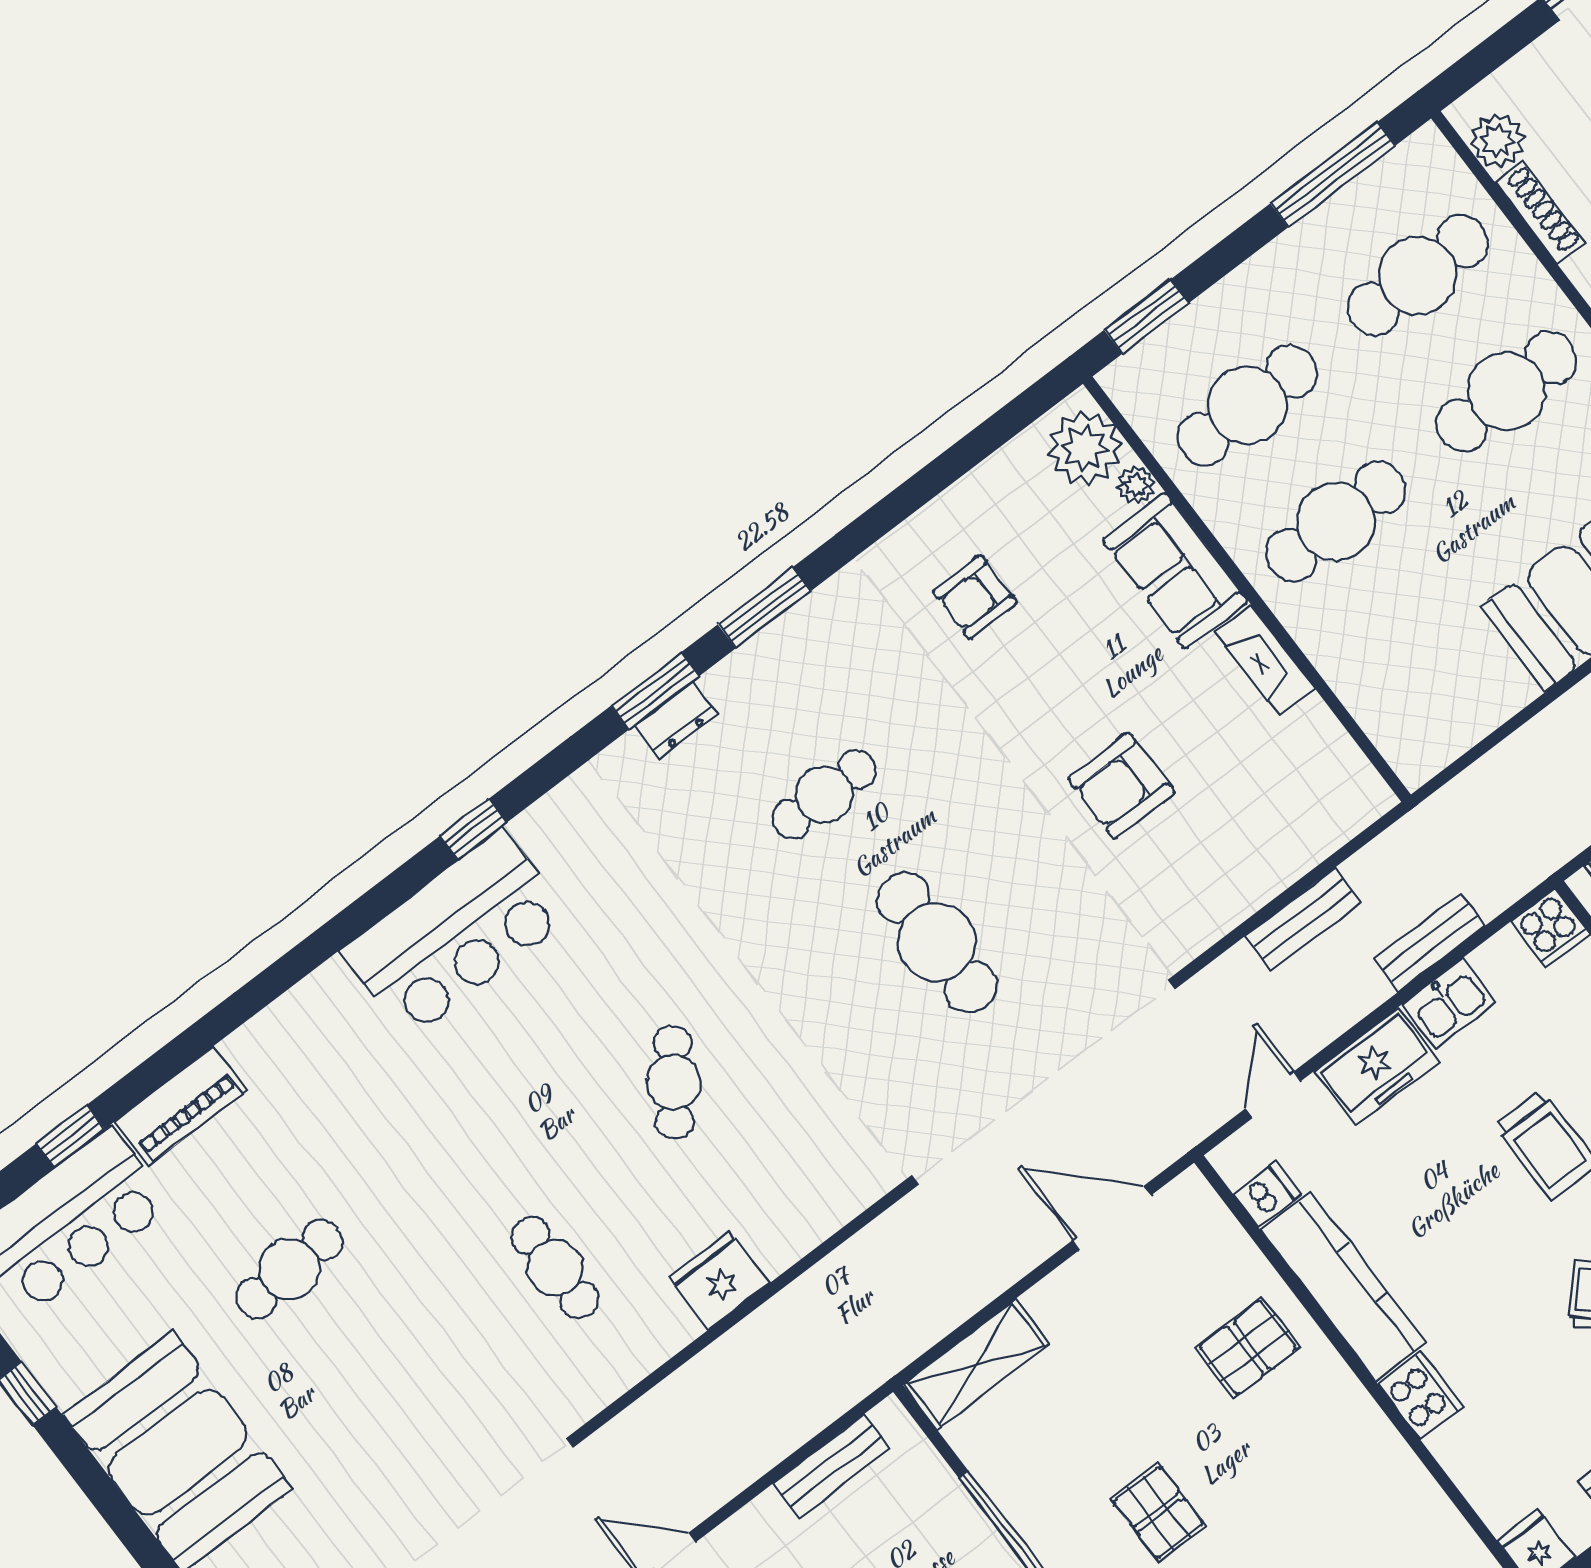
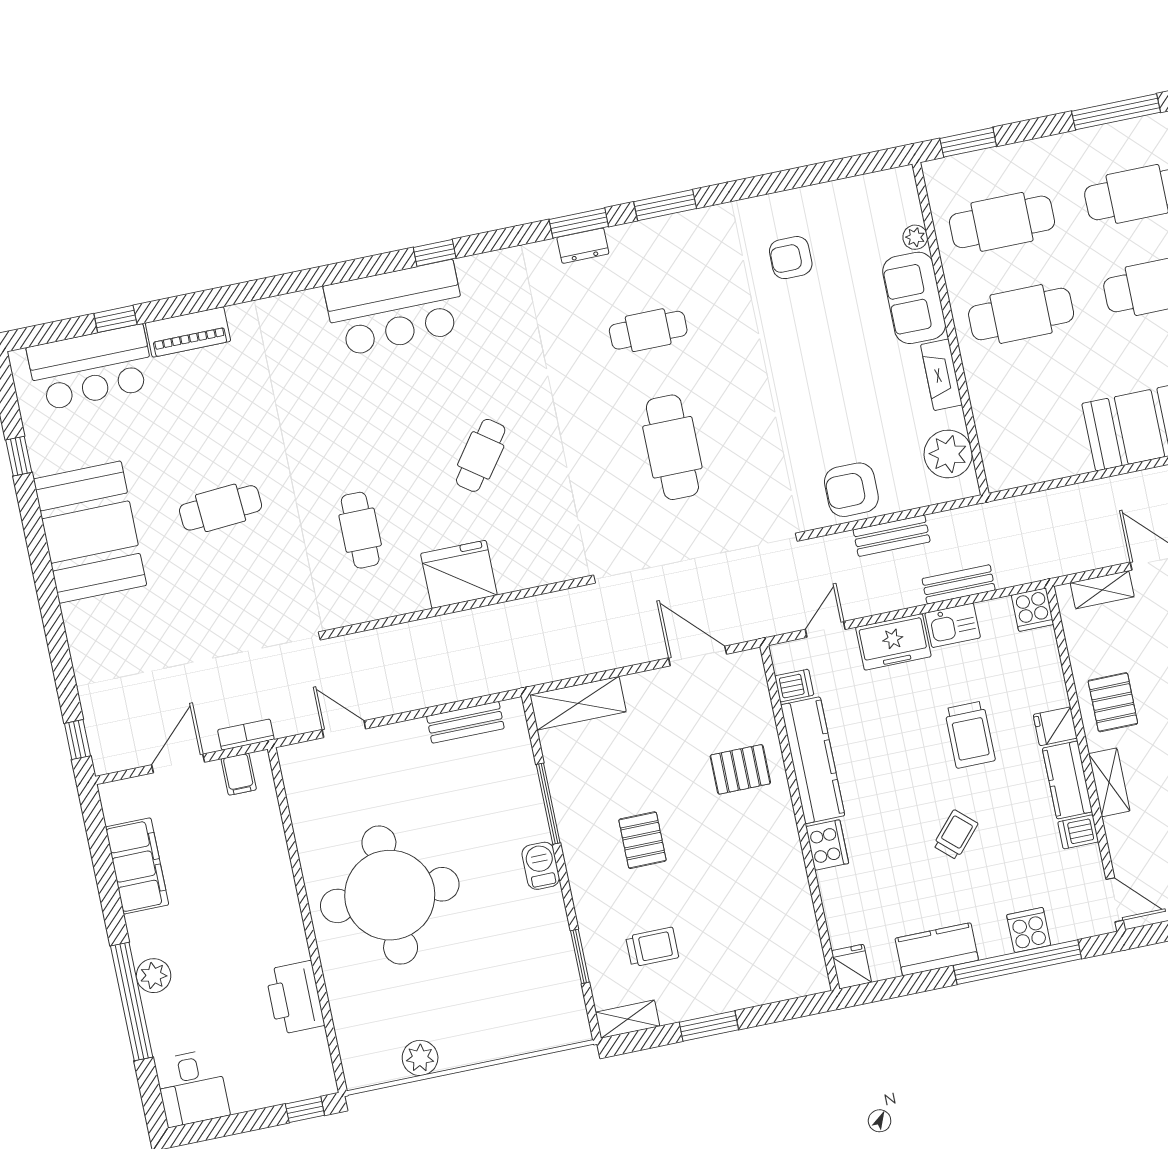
plant: (1085, 448) -> (948, 454), moved
armchair: (1121, 786) -> (851, 490), moved
cafe table: (289, 1269) -> (221, 508), moved
fridge: (719, 1281) -> (459, 574), width x1.36, depth x1.34

